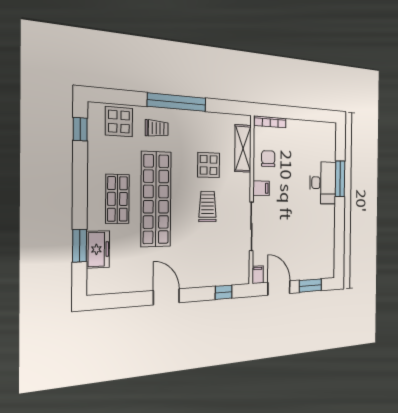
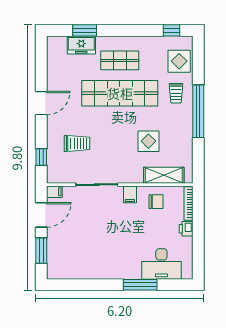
printer: (293, 126) -> (186, 229), added
desk: (323, 183) -> (161, 264), moved
trolley: (208, 206) -> (77, 143), moved

